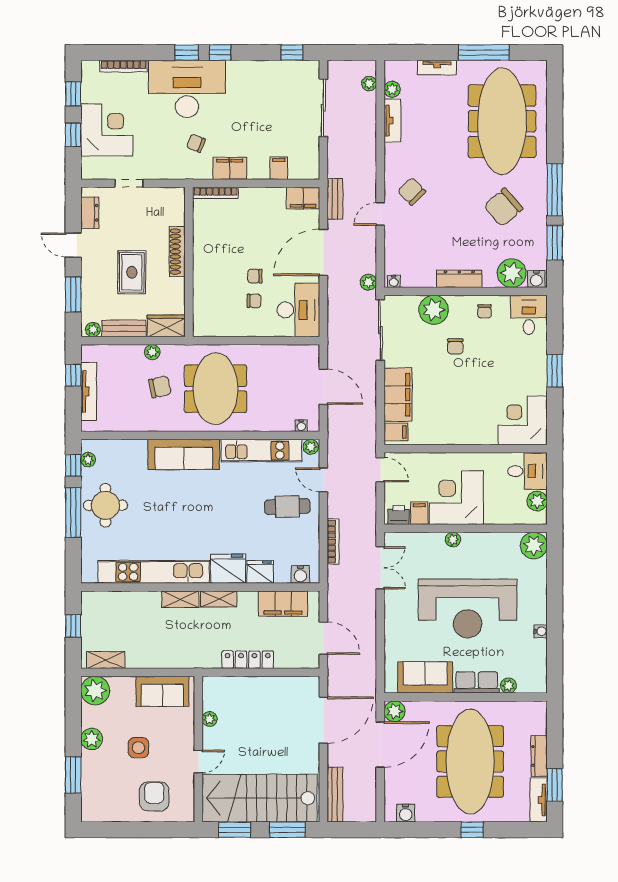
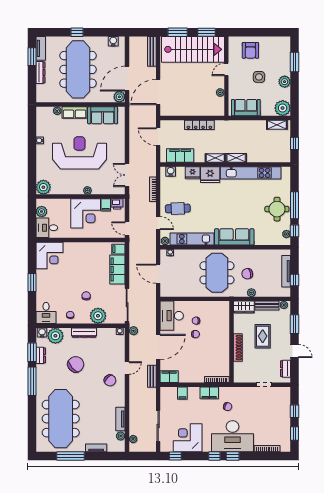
corner desk: (107, 130) -> (188, 438), moved, turned 90
chair: (503, 207) -> (76, 364), moved
dresser: (539, 237) -> (41, 355), added

